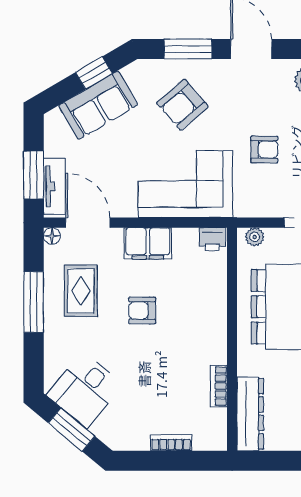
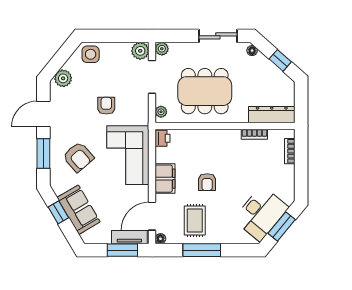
rug: (81, 291) -> (195, 221), turned 90
desk: (85, 390) -> (261, 213), width x1.37
bookcase: (171, 443) -> (290, 151), moved

